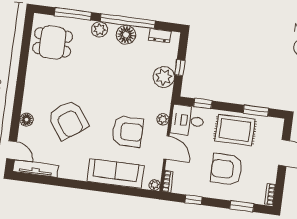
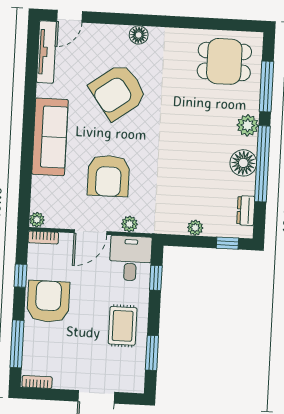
dining table: (53, 42) -> (224, 61), turned 90
window: (180, 68) -> (227, 243), moved
plant: (164, 77) -> (195, 228), width x0.53, depth x0.53
floor lamp: (26, 120) -> (139, 35), moved
rug: (235, 130) -> (123, 326), width x0.73, depth x0.70
armchair: (227, 169) -> (48, 301), moved
sofa: (115, 173) -> (50, 137), moved
window: (242, 206) -> (17, 344), width x1.44

